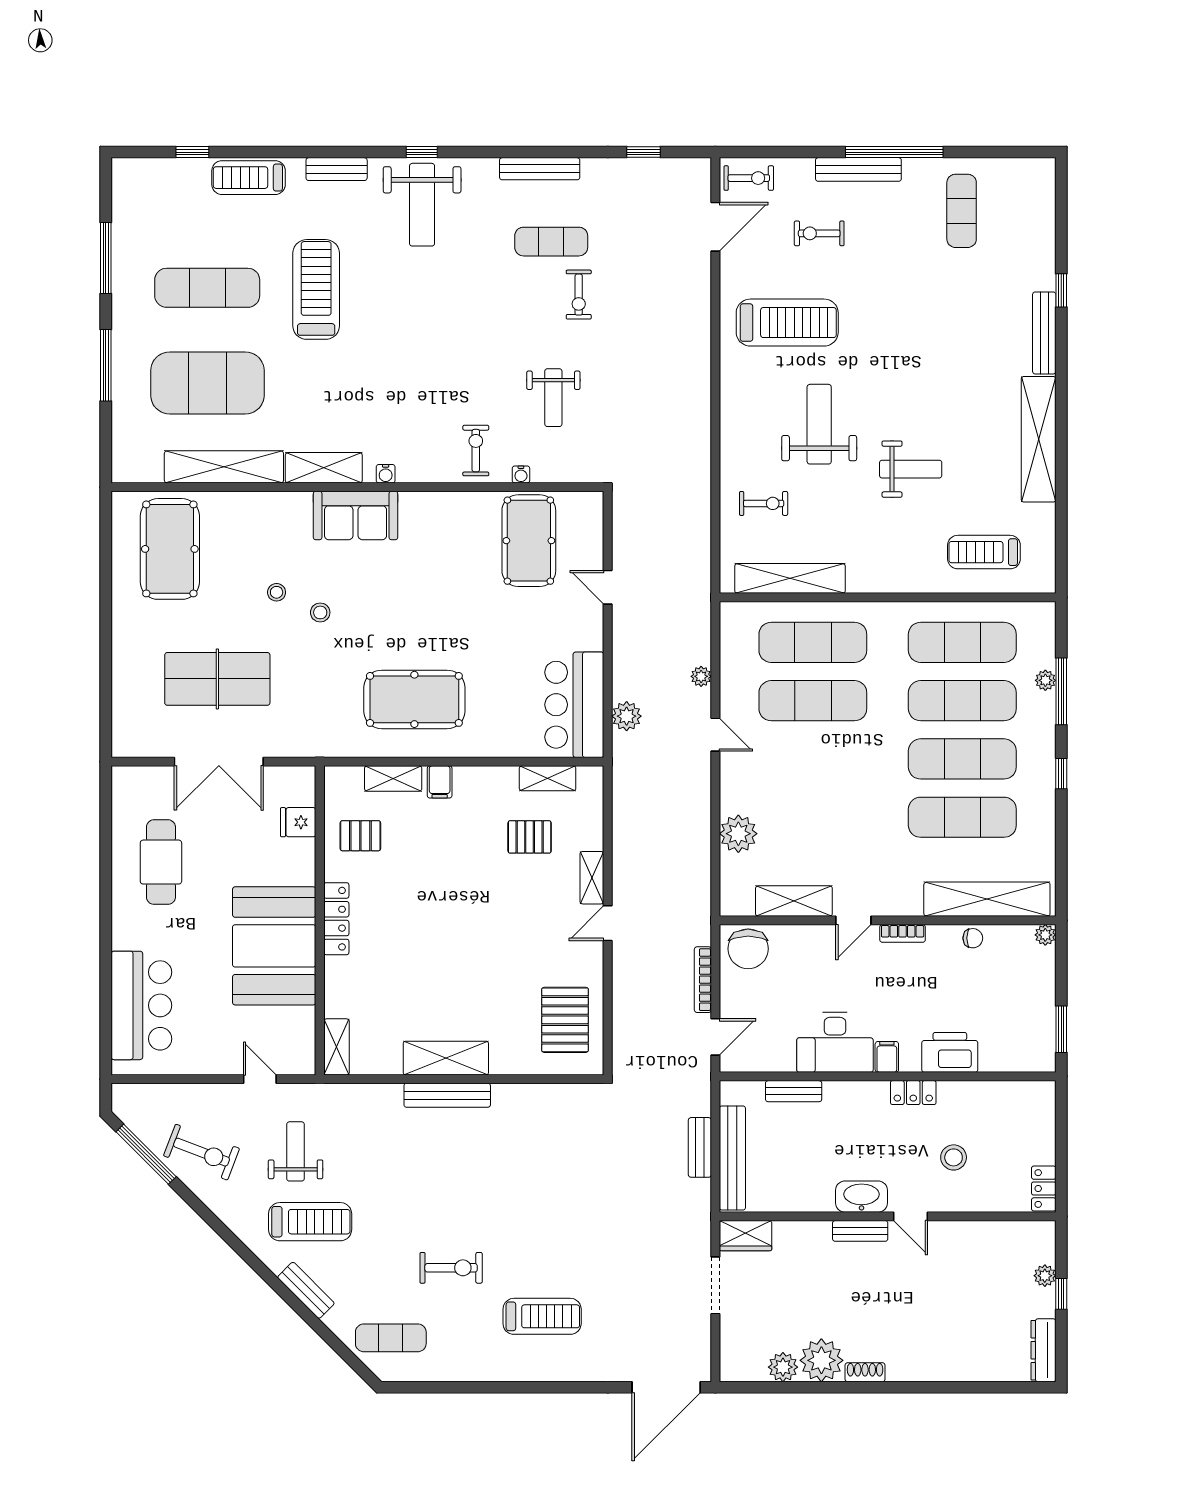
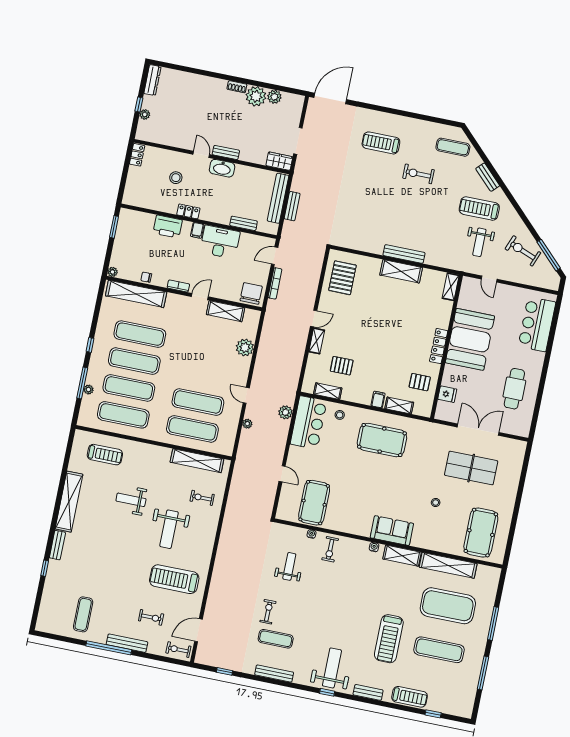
bench: (1044, 333) -> (57, 545), width x0.73
stool: (320, 612) -> (340, 415), moved

